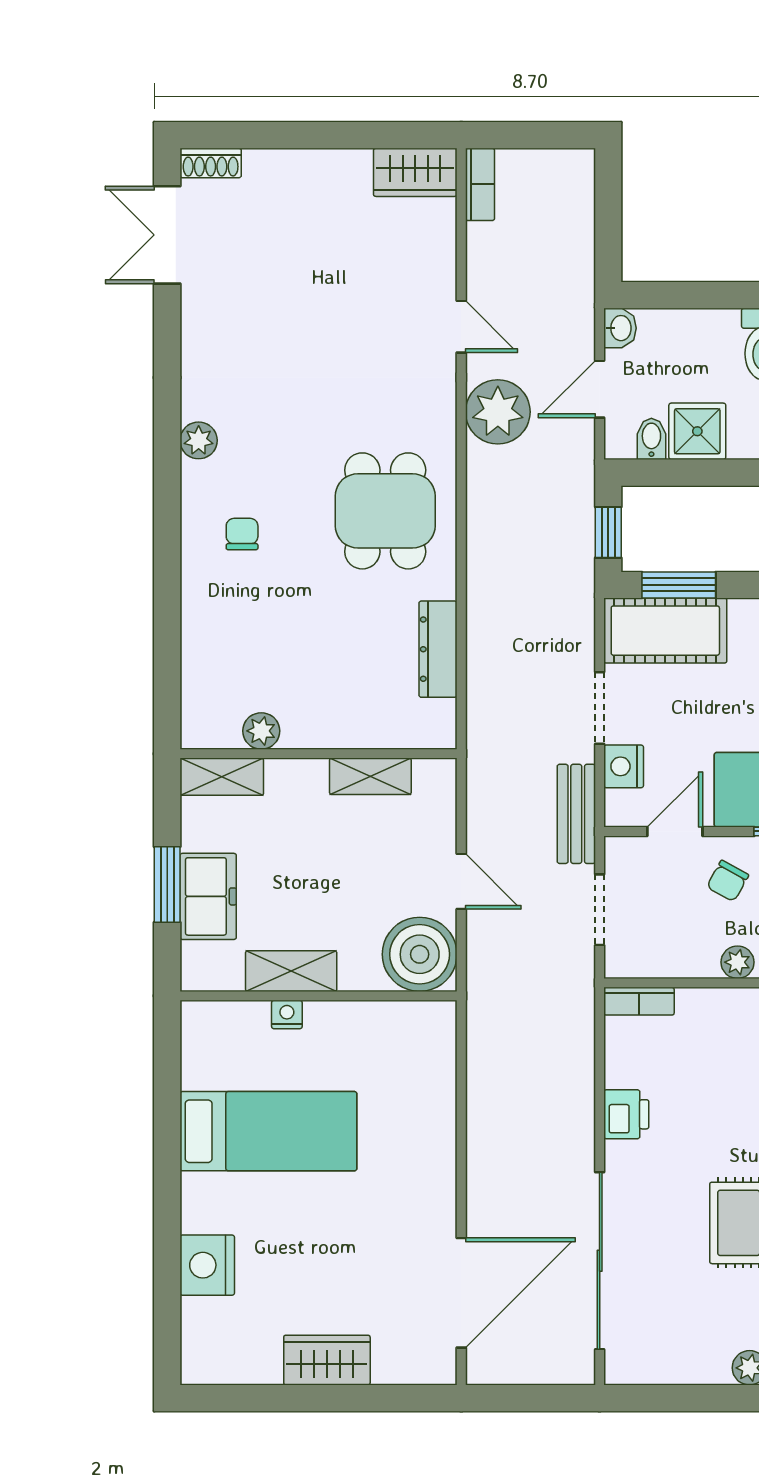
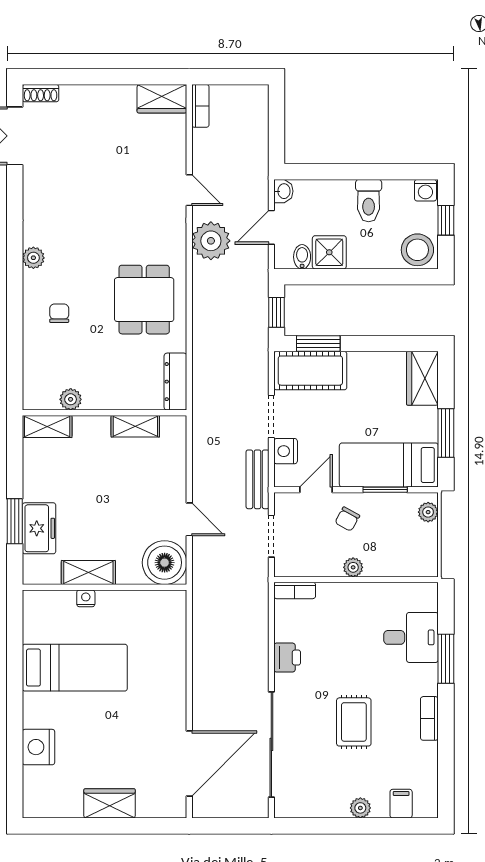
plant: (261, 731) -> (71, 399), moved
wall: (318, 754) -> (105, 413), moved
shelving: (370, 776) -> (135, 426), moved
shelving: (222, 777) -> (47, 426), moved

